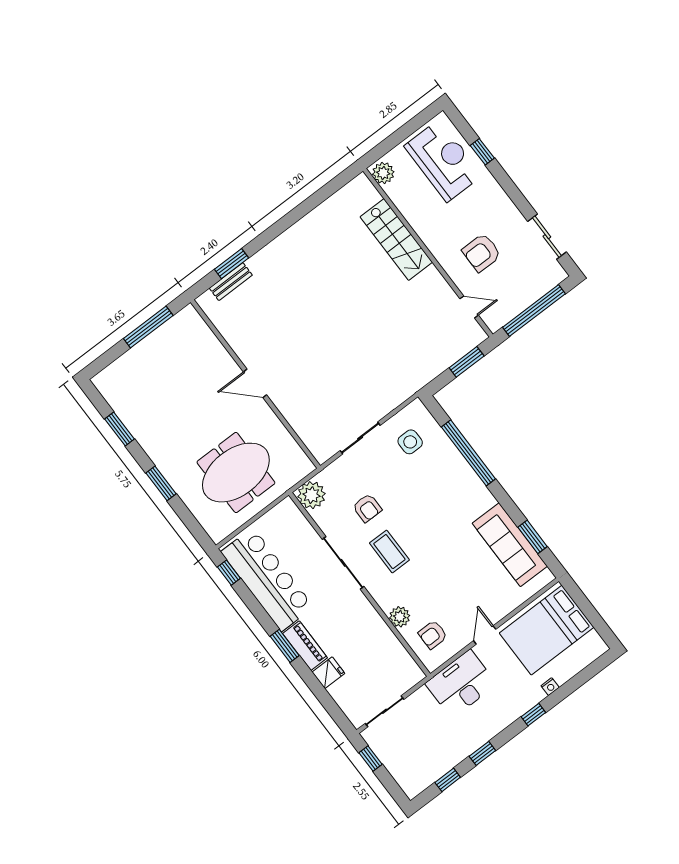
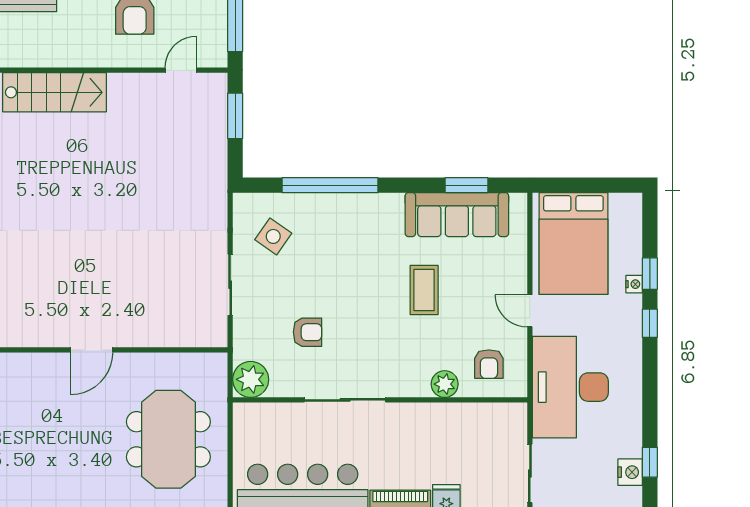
side table: (410, 442) -> (273, 236), turned 35
coffee table: (389, 552) -> (424, 290), moved, turned 90
desk: (461, 684) -> (570, 387), width x1.36, depth x1.30
window: (482, 753) -> (650, 274), moved
nightstand: (432, 772) -> (630, 472), added

